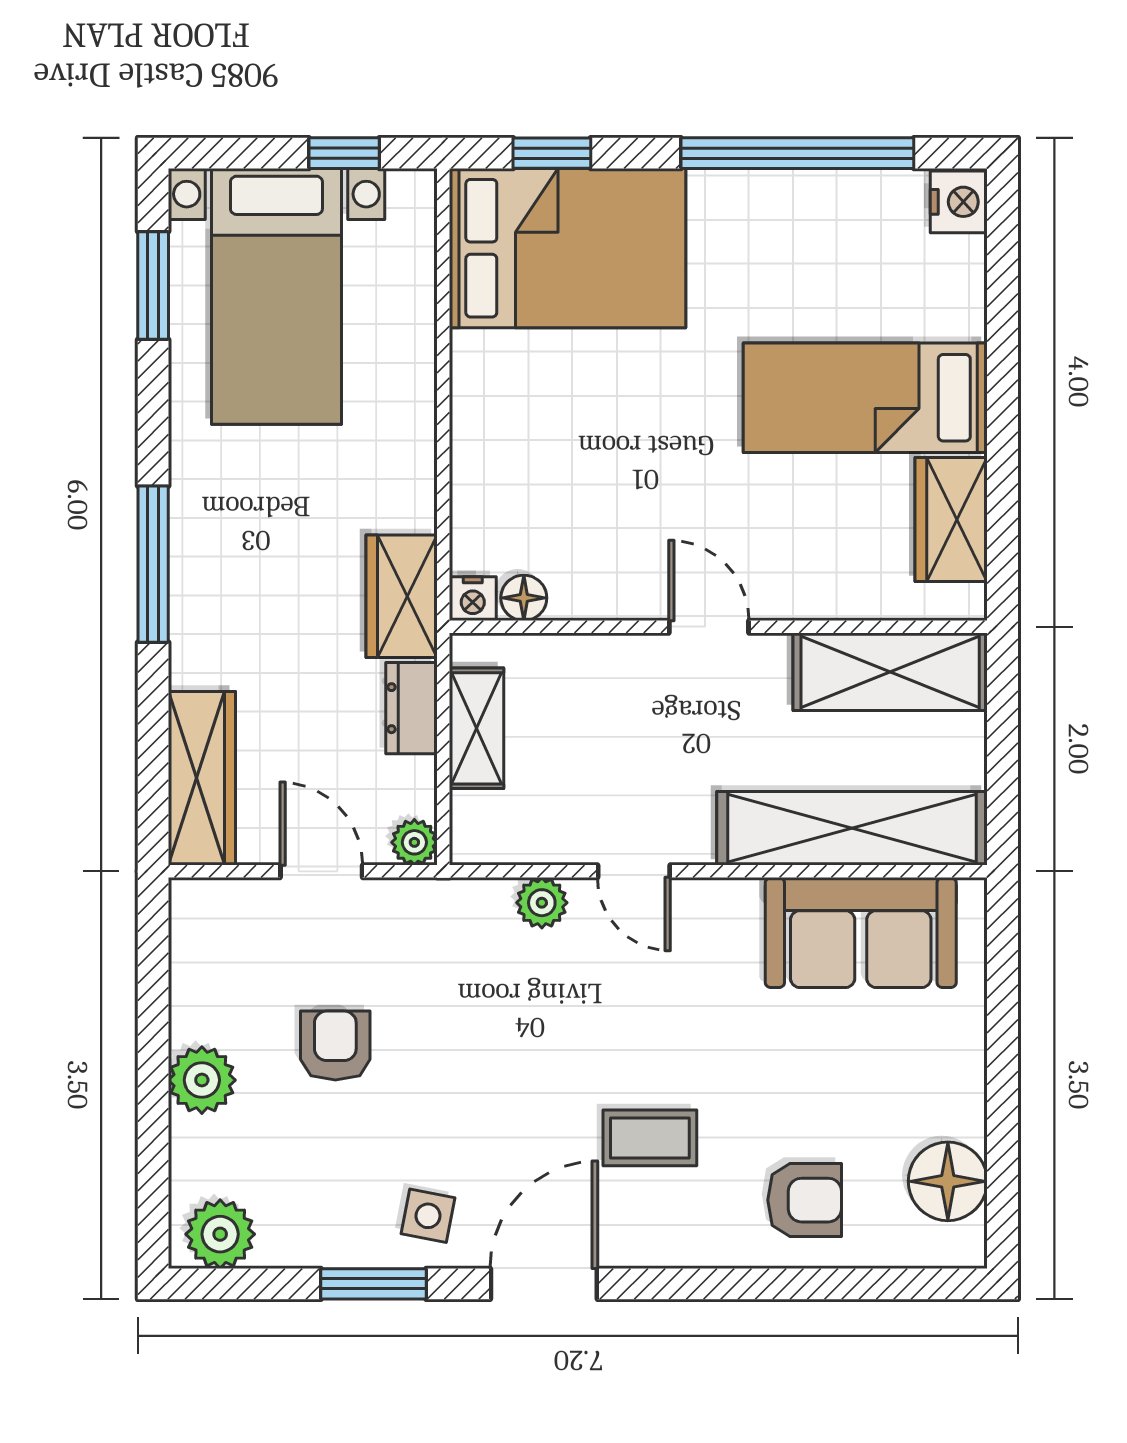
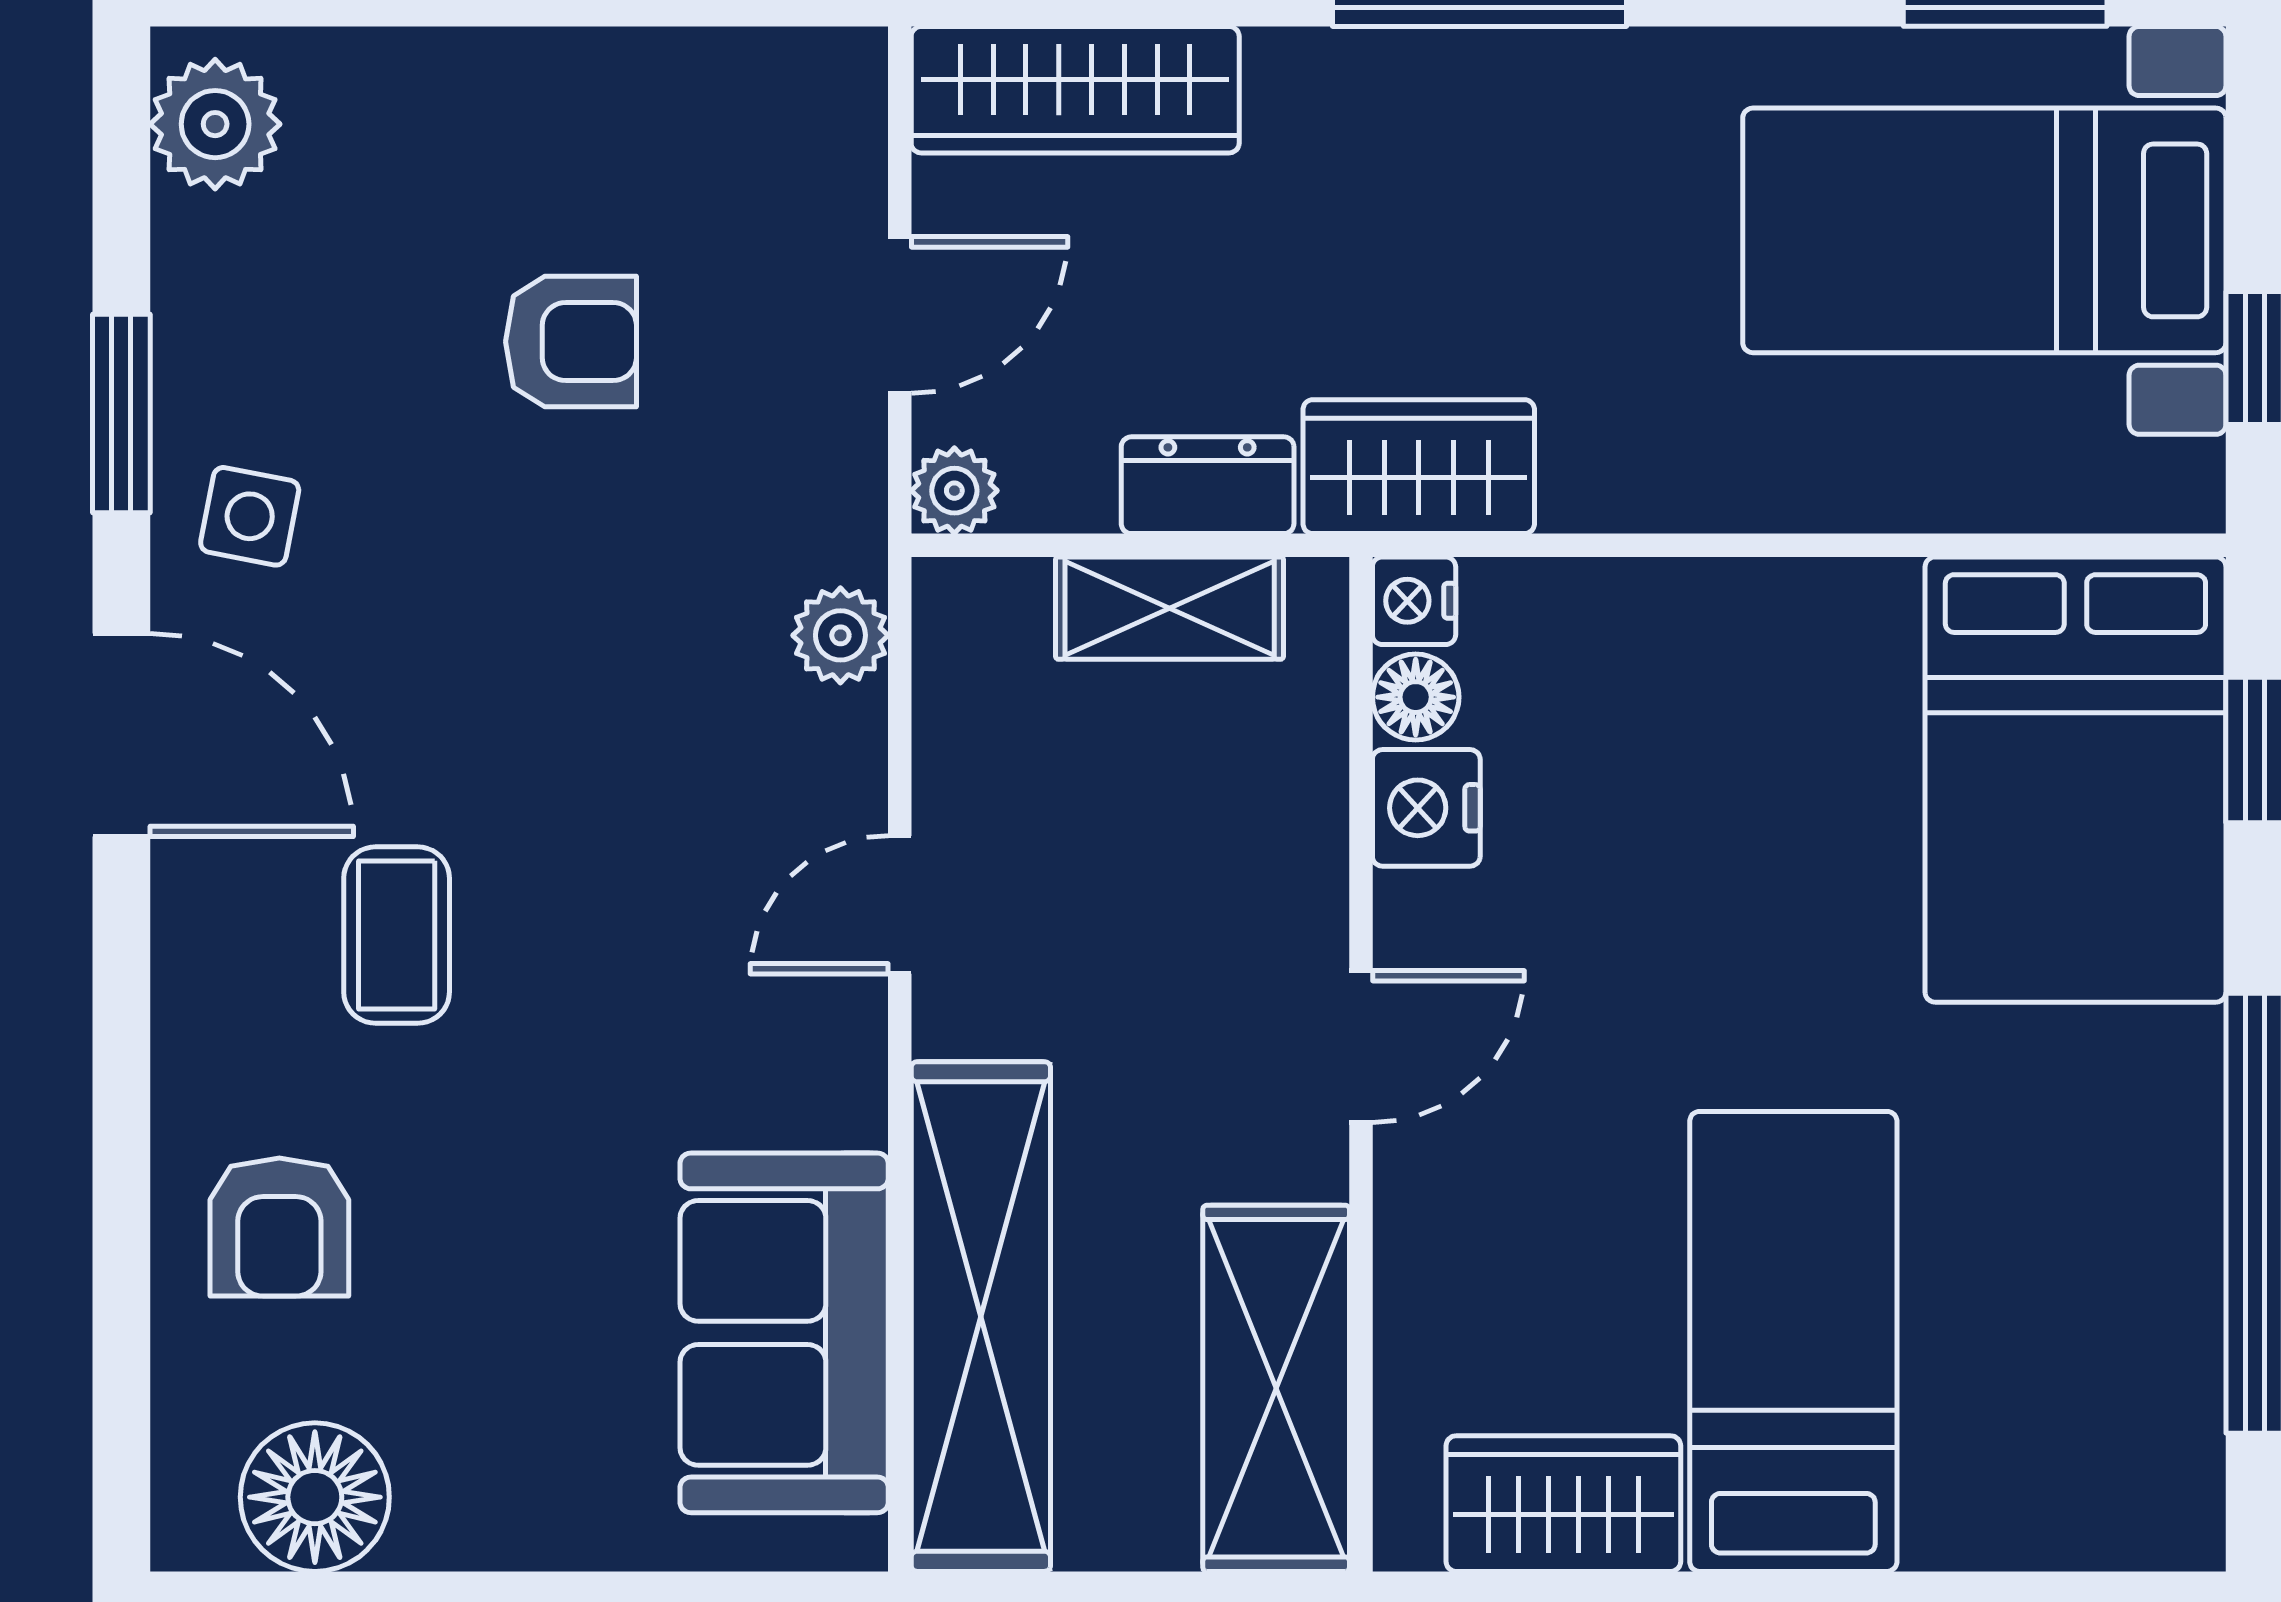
nightstand: (959, 202) -> (1426, 808), moved, turned 90
plant: (542, 903) -> (840, 635), moved
plant: (202, 1080) -> (506, 90), removed

